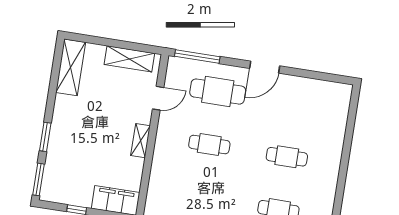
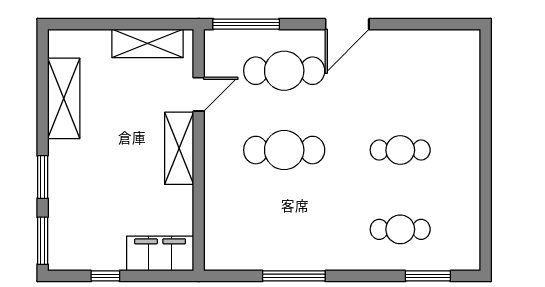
shelving: (71, 67) -> (64, 98), moved
shelving: (141, 141) -> (179, 148), width x1.50, depth x1.33
cafe table: (209, 144) -> (284, 150), width x1.37, depth x1.35

